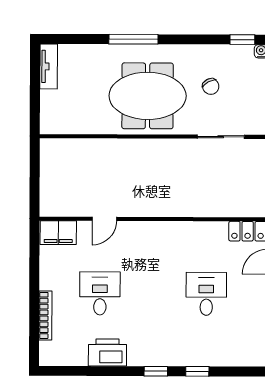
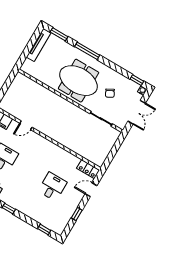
window: (72, 39) -> (59, 34), added
tv unit: (49, 66) -> (39, 45), width x1.41
window: (197, 371) -> (44, 229), moved

